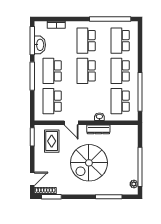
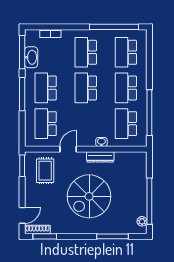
door: (71, 123) -> (68, 149), swing flipped

